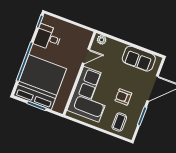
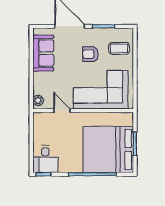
desk: (48, 37) -> (45, 159), moved
armchair: (123, 97) -> (91, 54), turned 90

